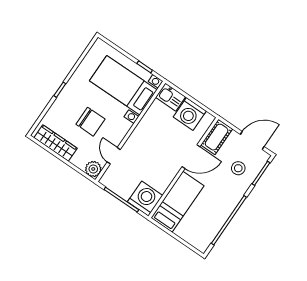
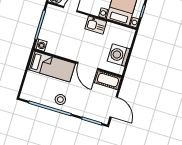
kitchen sink: (171, 97) -> (96, 25), moved, turned -90
stool: (238, 168) -> (60, 100), moved
washing machine: (145, 199) -> (41, 45), width x0.53, depth x0.53

